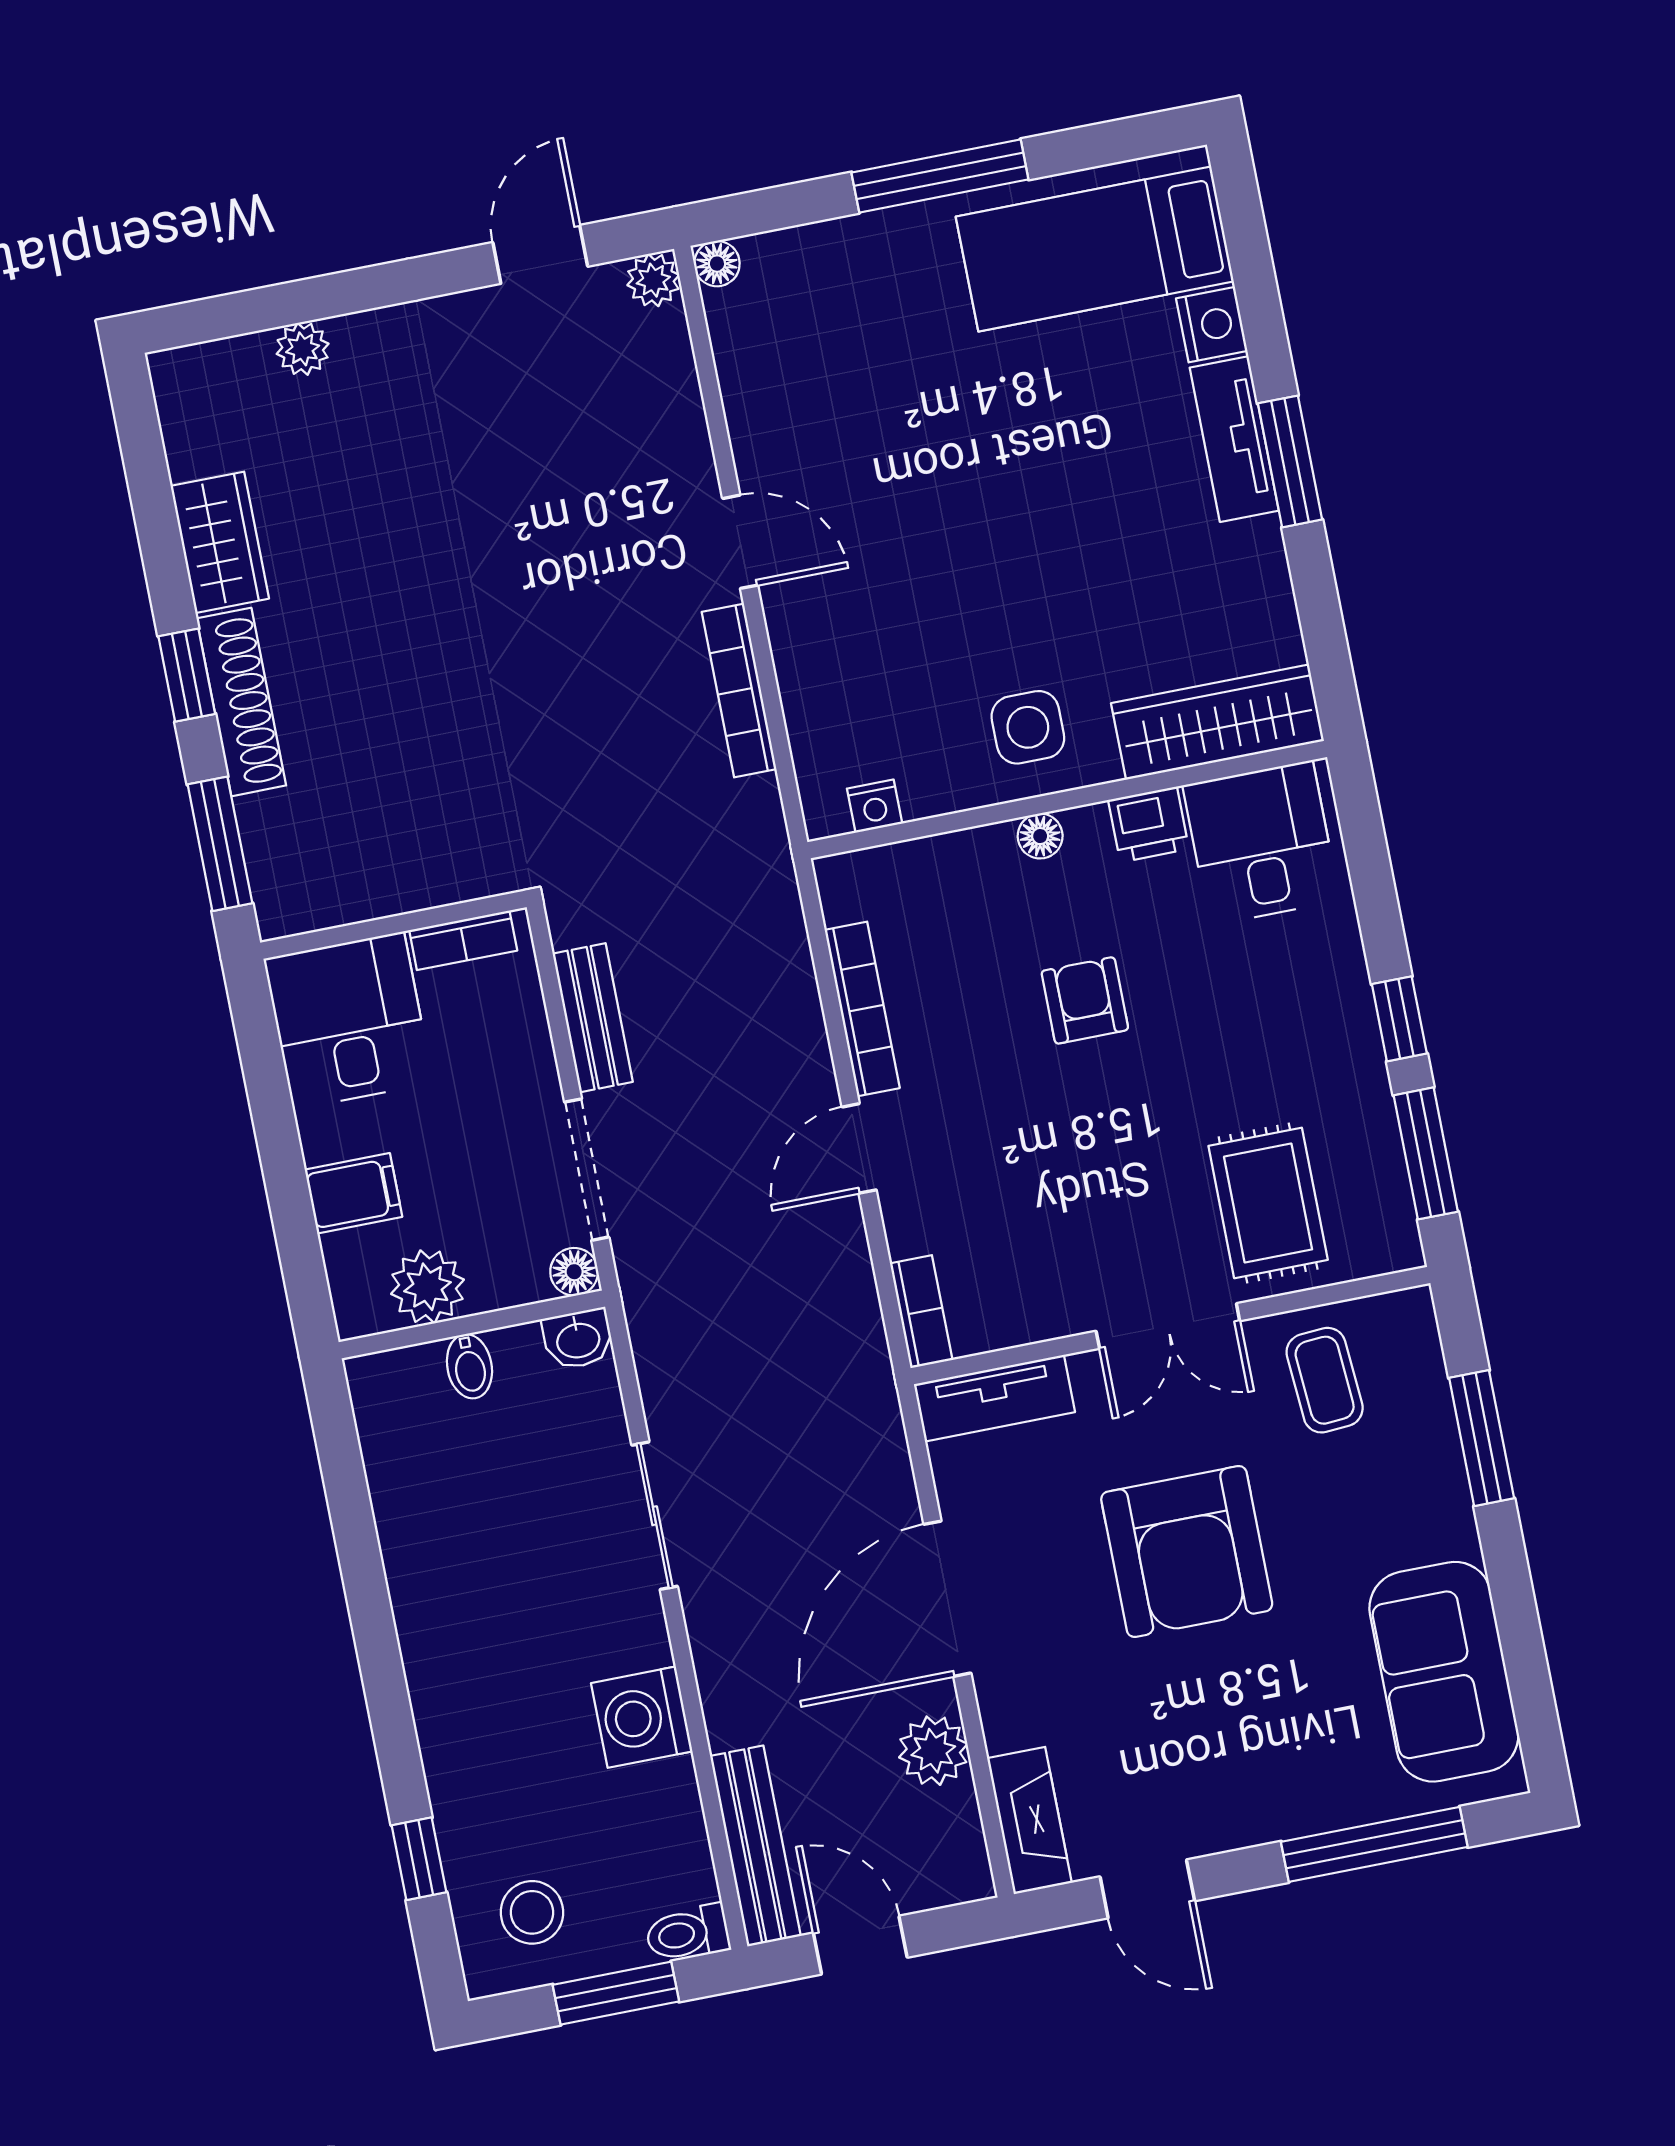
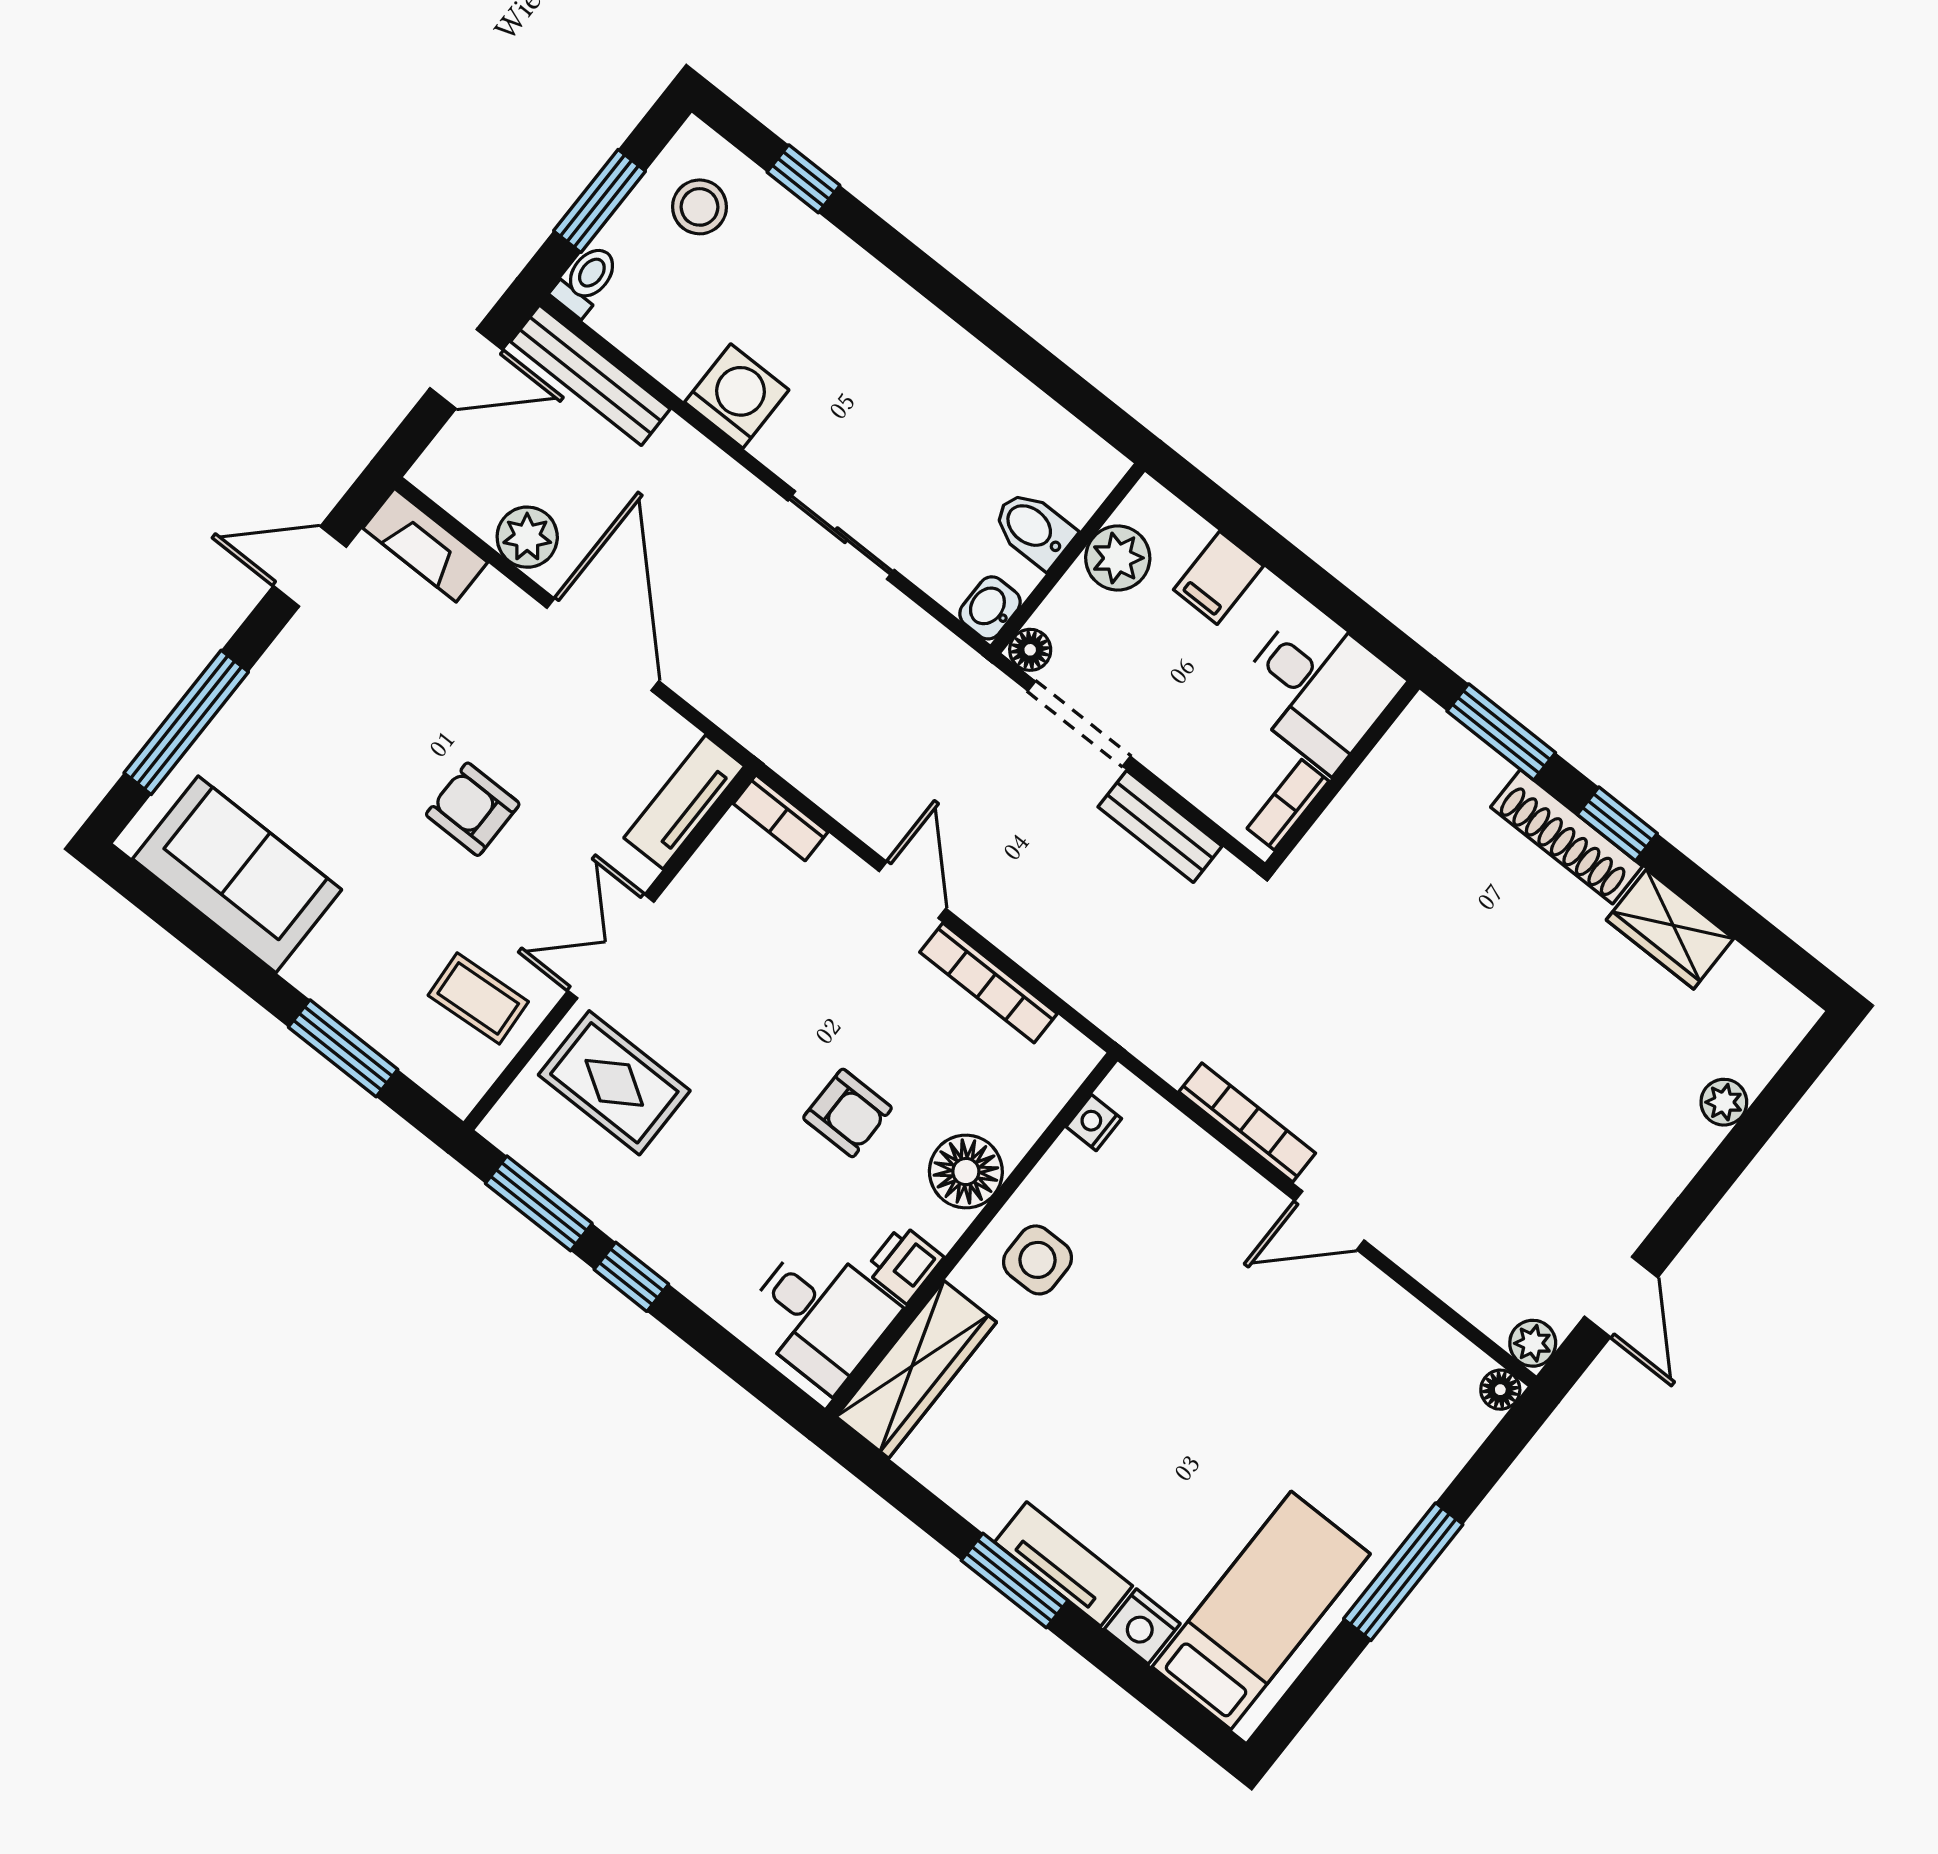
floor lamp: (1040, 836) -> (966, 1172), width x1.89, depth x1.89
bidet: (469, 1366) -> (1033, 529), width x1.38, depth x1.36
armchair: (1187, 1551) -> (473, 809), width x0.53, depth x0.53

